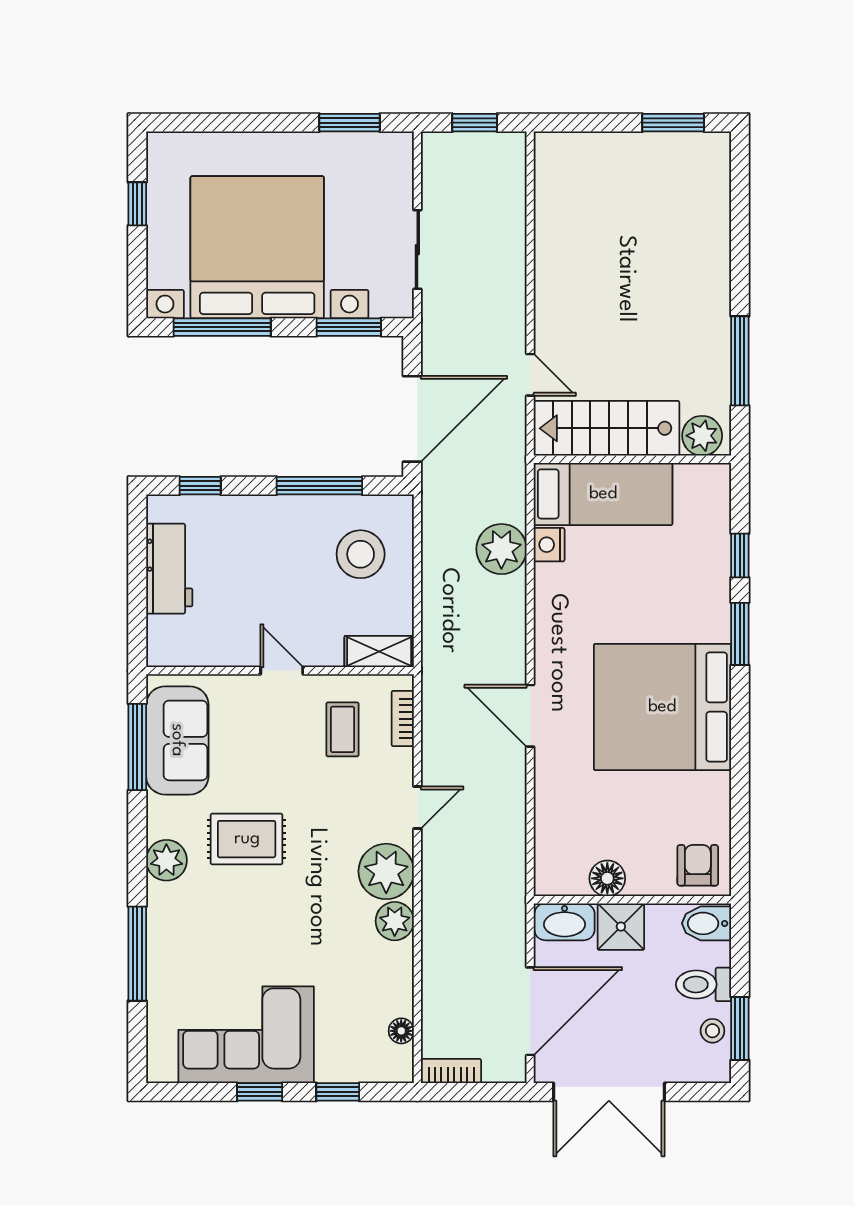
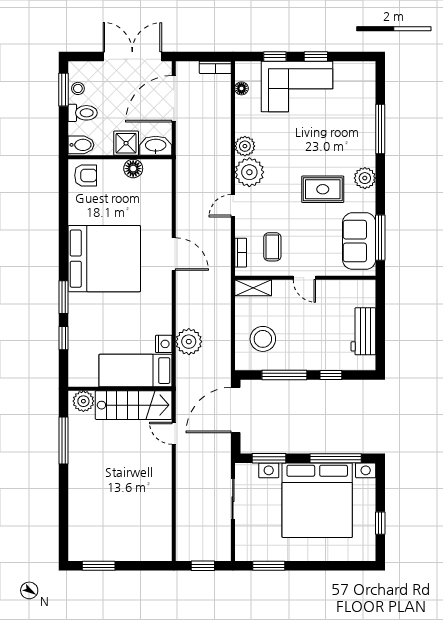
window: (200, 486) -> (331, 375), moved
armchair: (698, 865) -> (86, 175), turned -90
corner sofa: (246, 1035) -> (297, 86), moved

